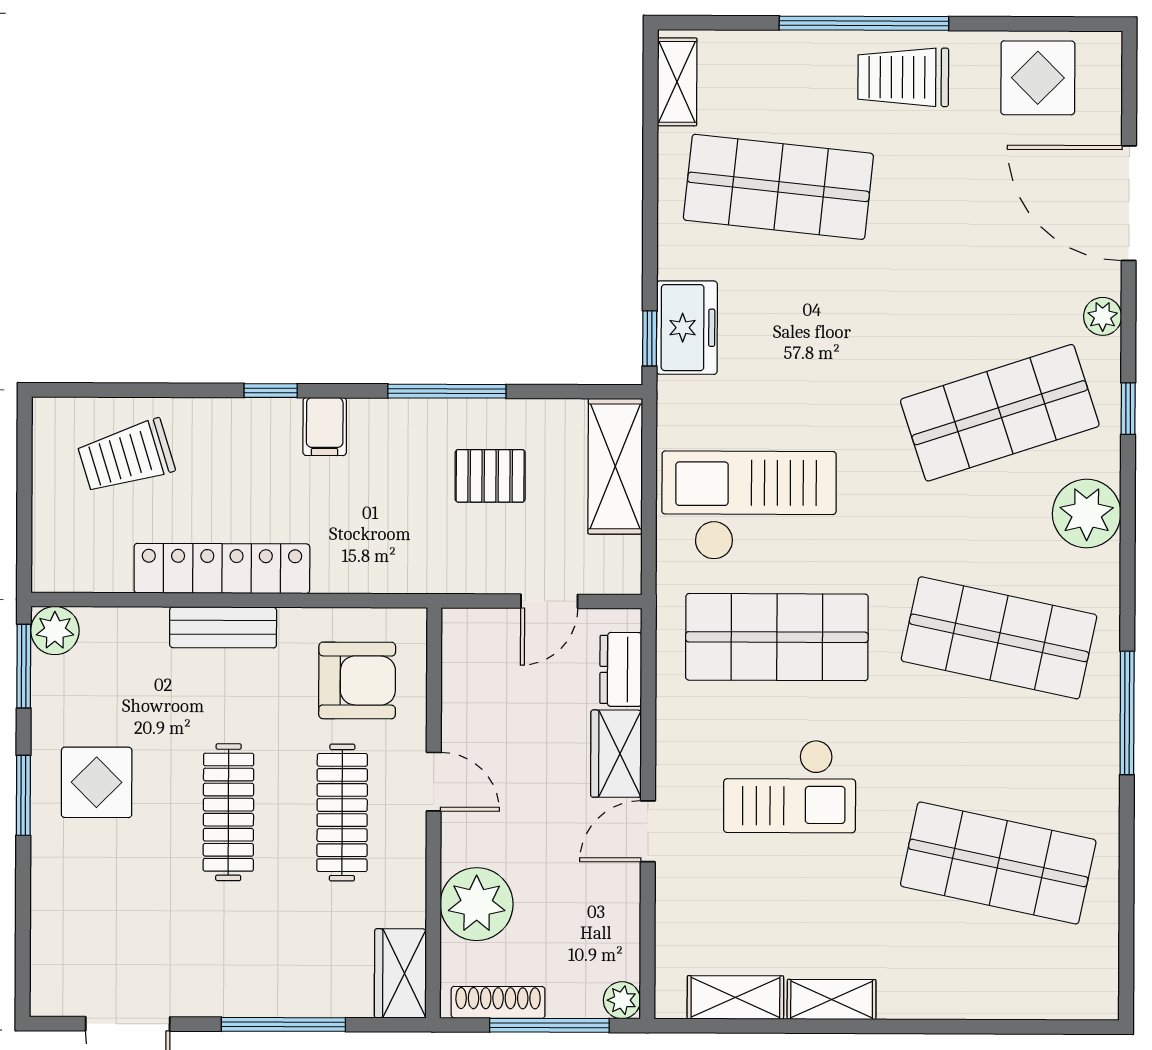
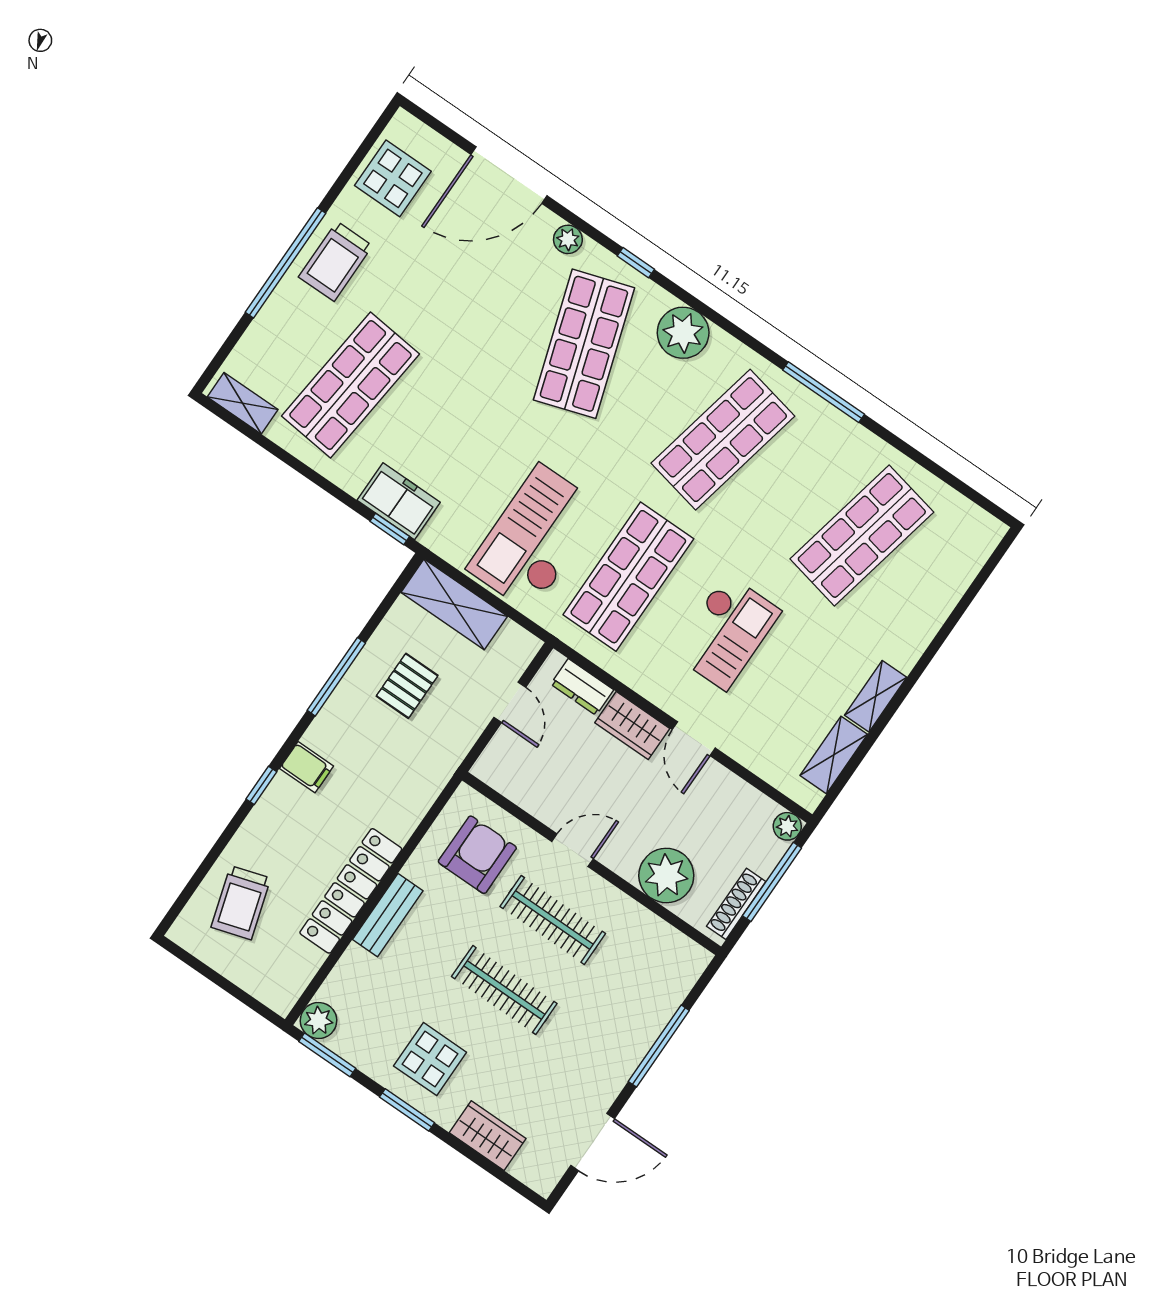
wardrobe: (400, 973) -> (488, 1136), moved, turned 180

